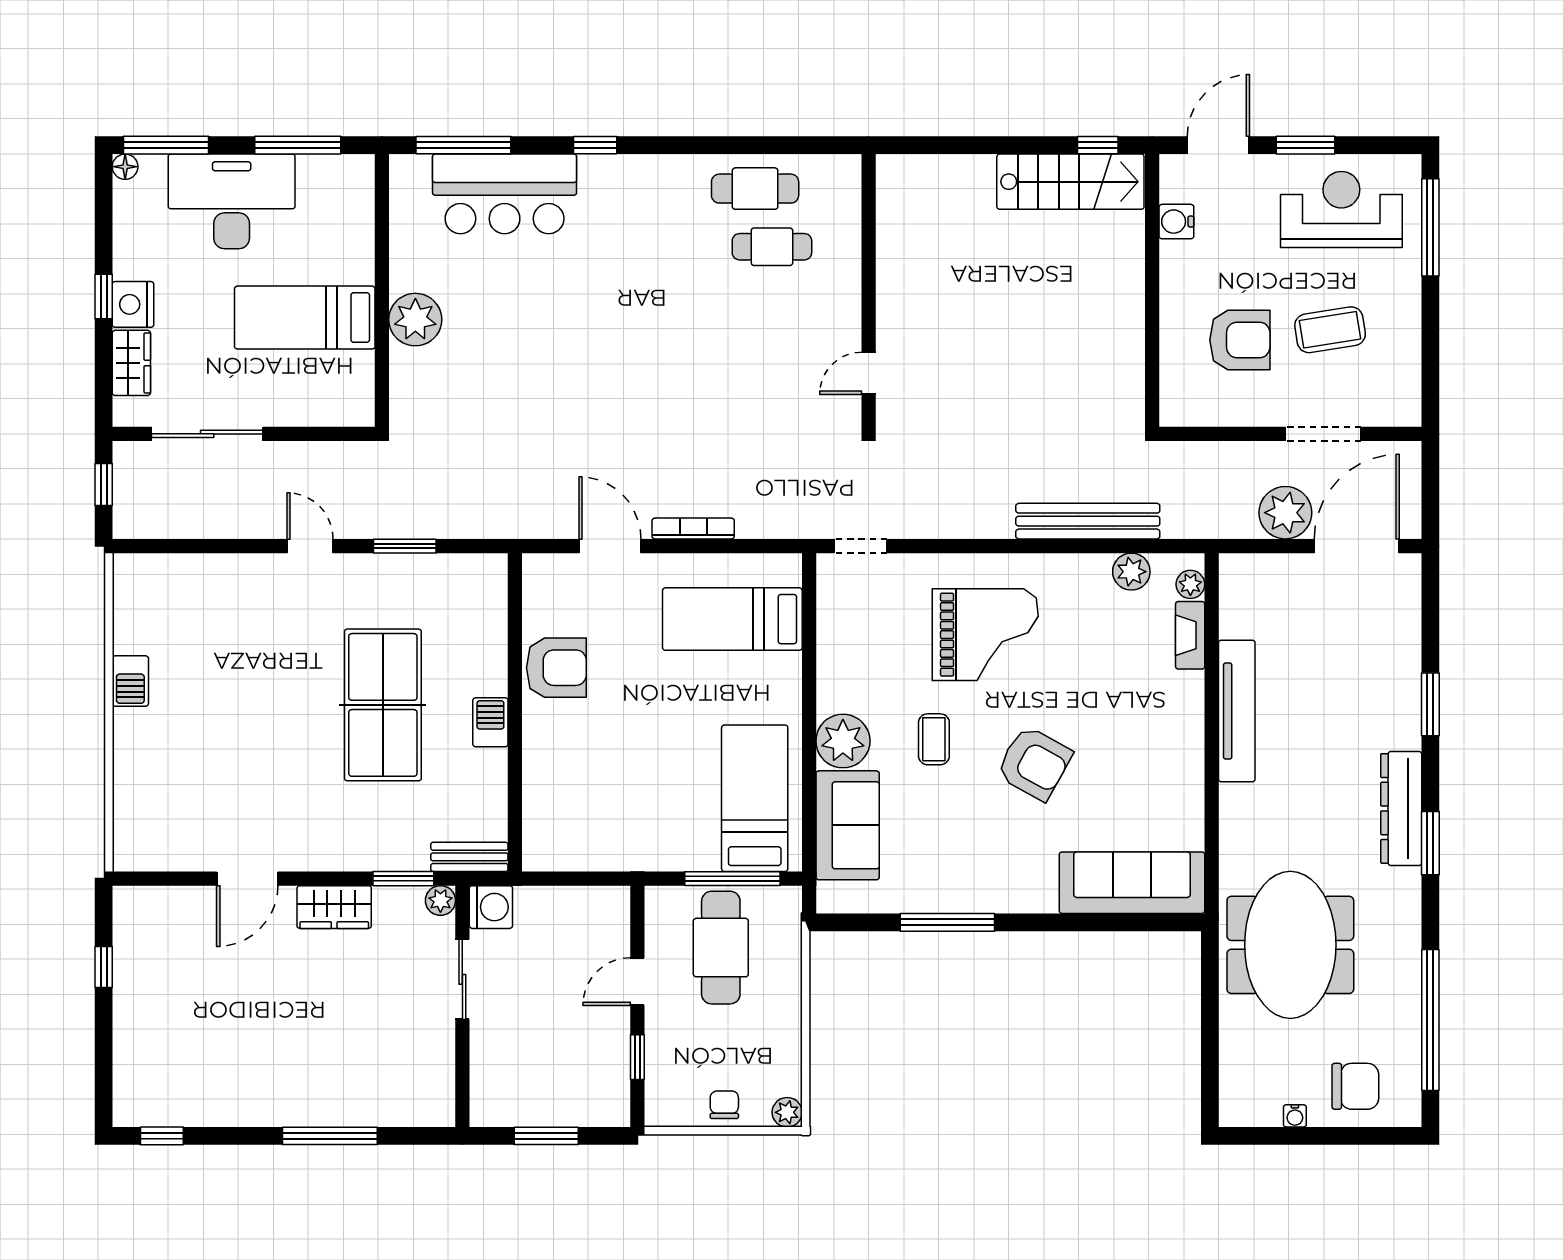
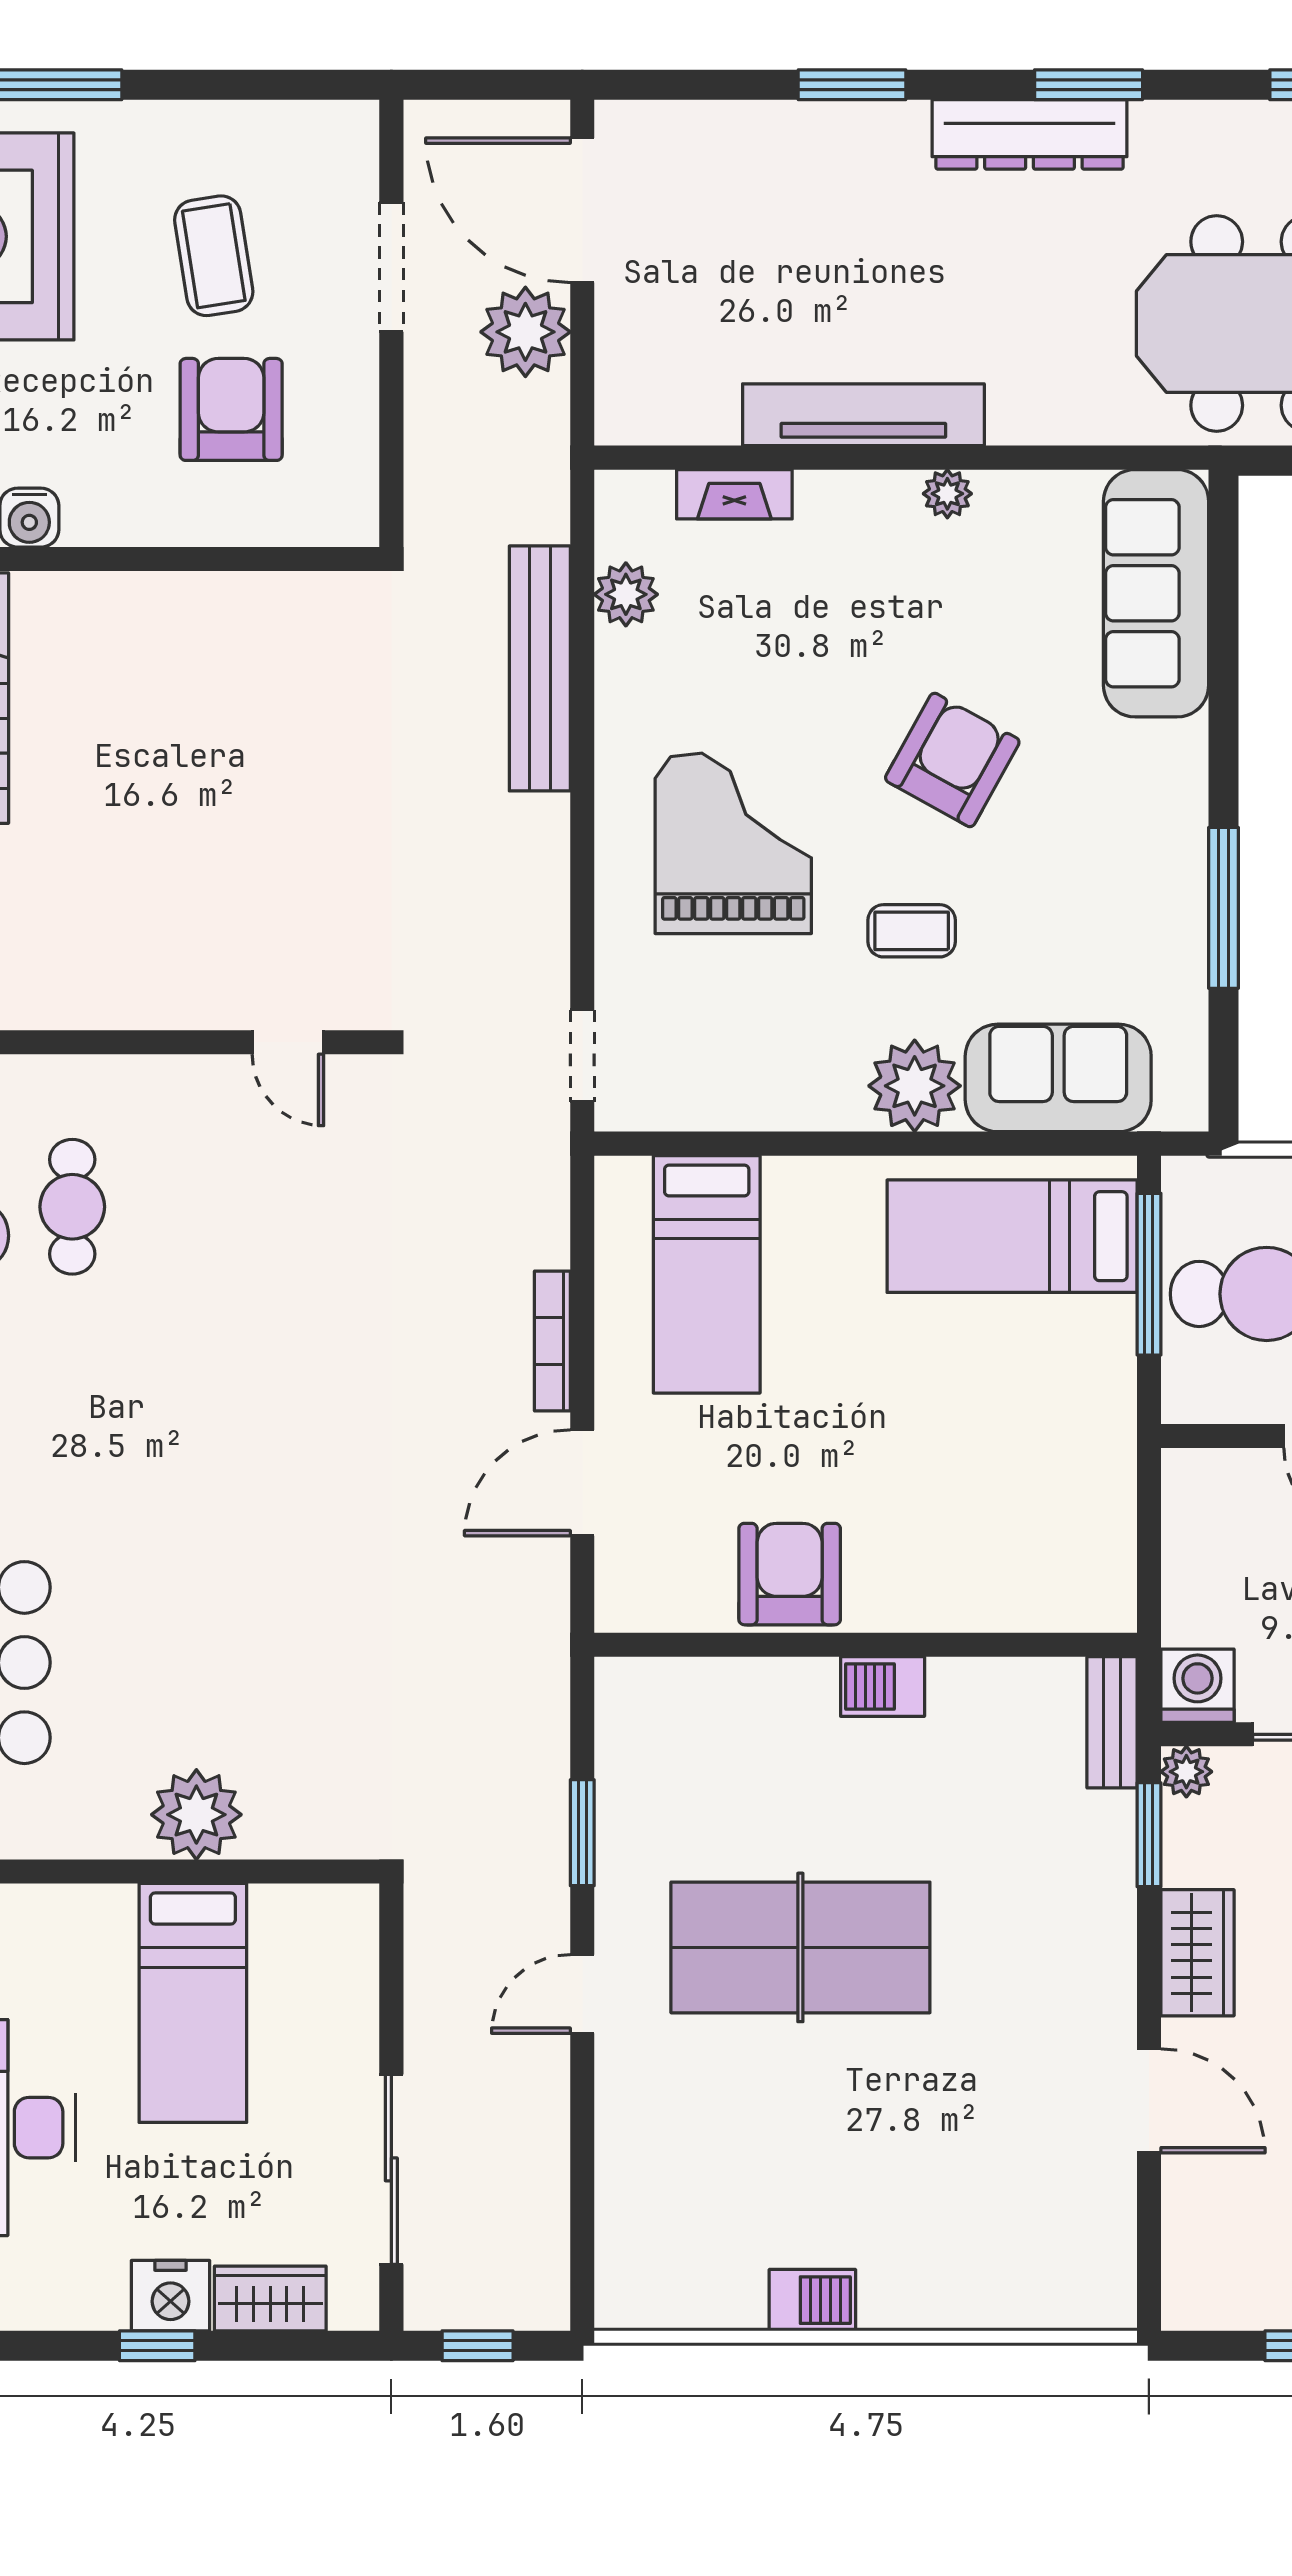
plant: (1190, 584) -> (947, 494), moved
table tennis table: (383, 705) -> (800, 1947), moved

